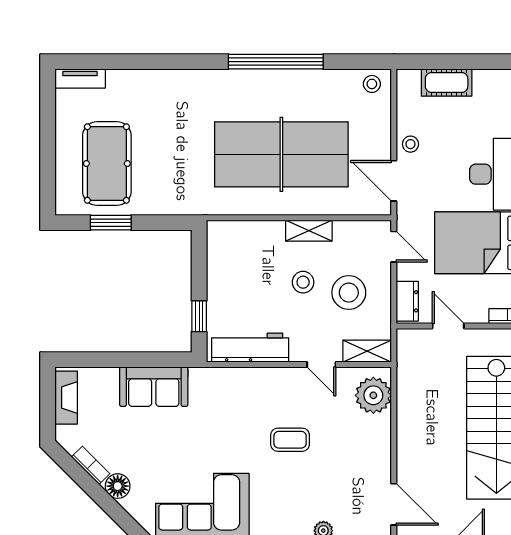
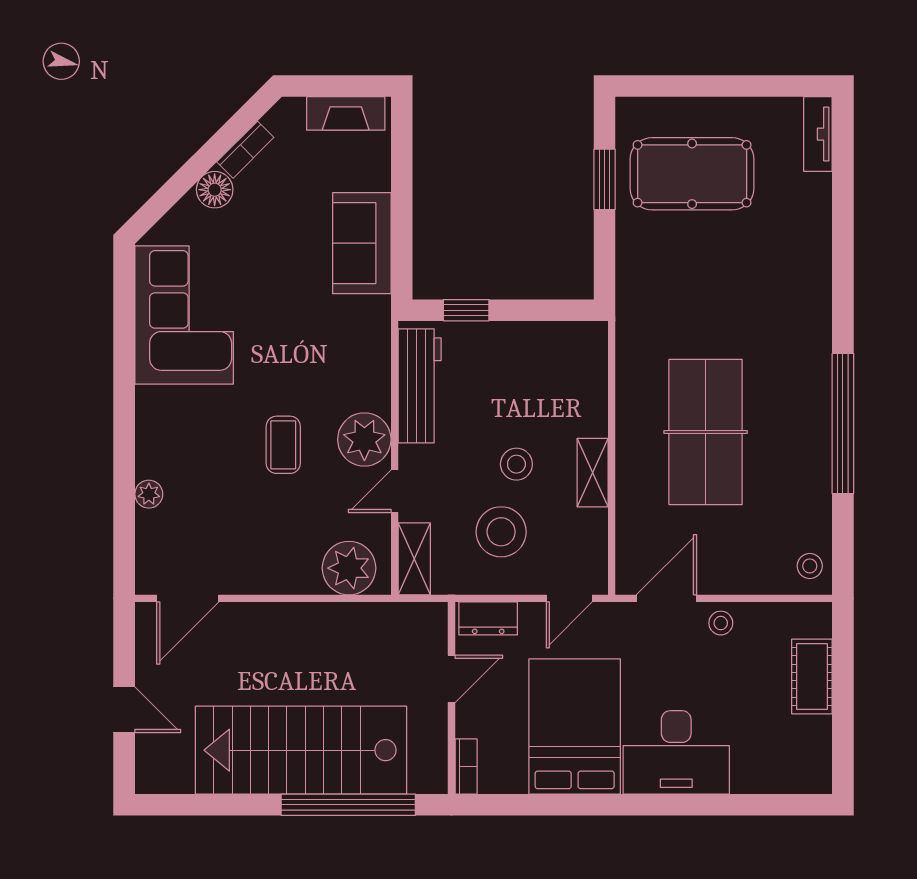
table tennis table: (281, 154) -> (706, 432), width x0.73, depth x0.76
plant: (286, 385) -> (364, 439), added

